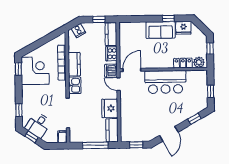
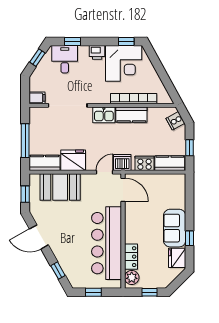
bar counter: (165, 82) -> (107, 243), width x1.36
printer: (27, 91) -> (97, 52), added
booth: (130, 118) -> (60, 187), added
desk: (38, 125) -> (65, 59), moved, turned 56

